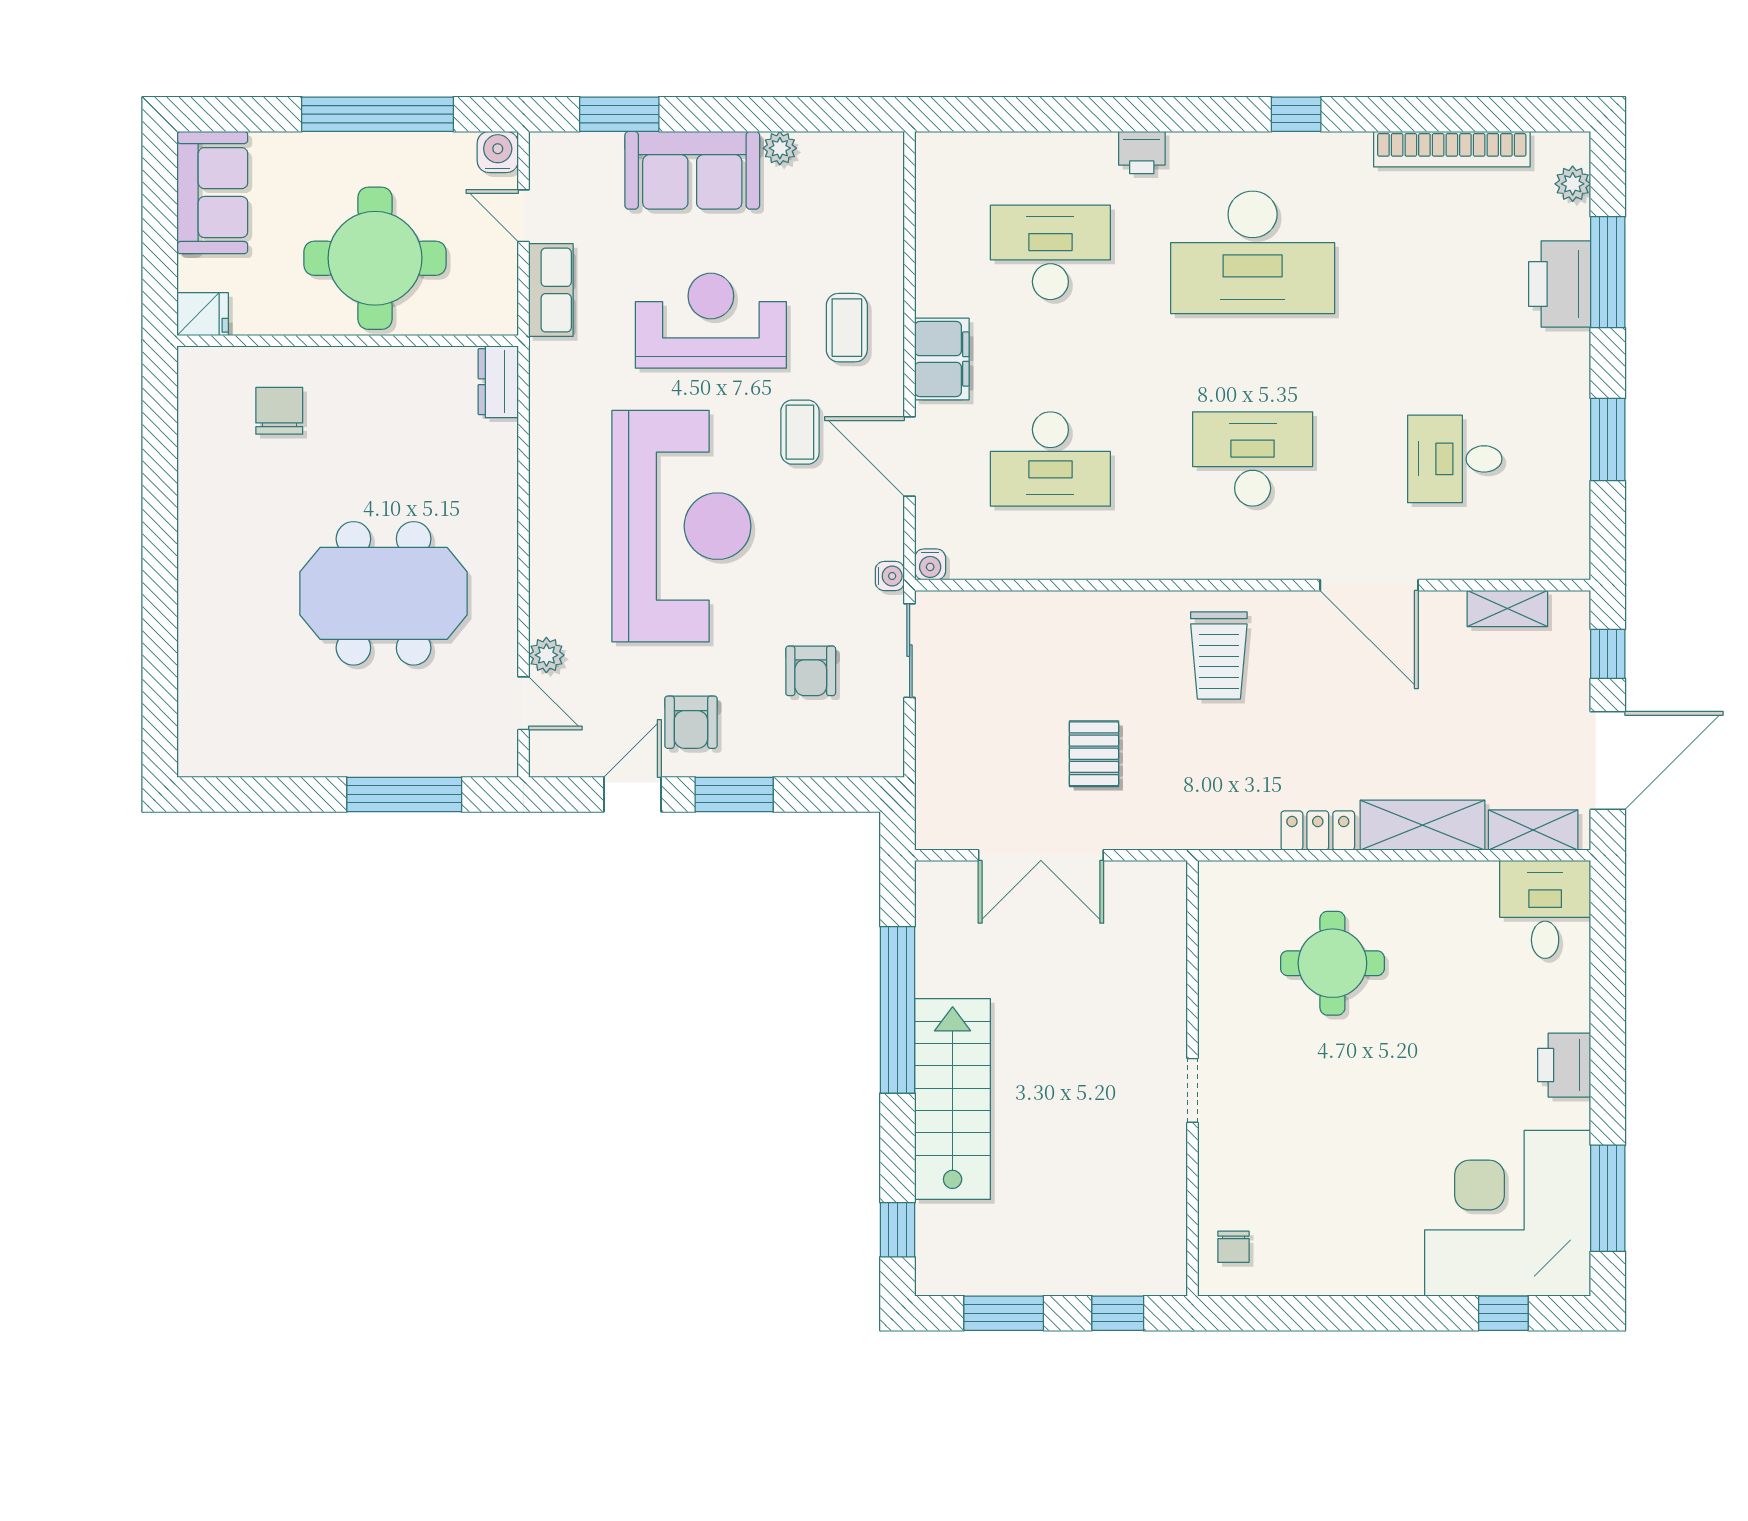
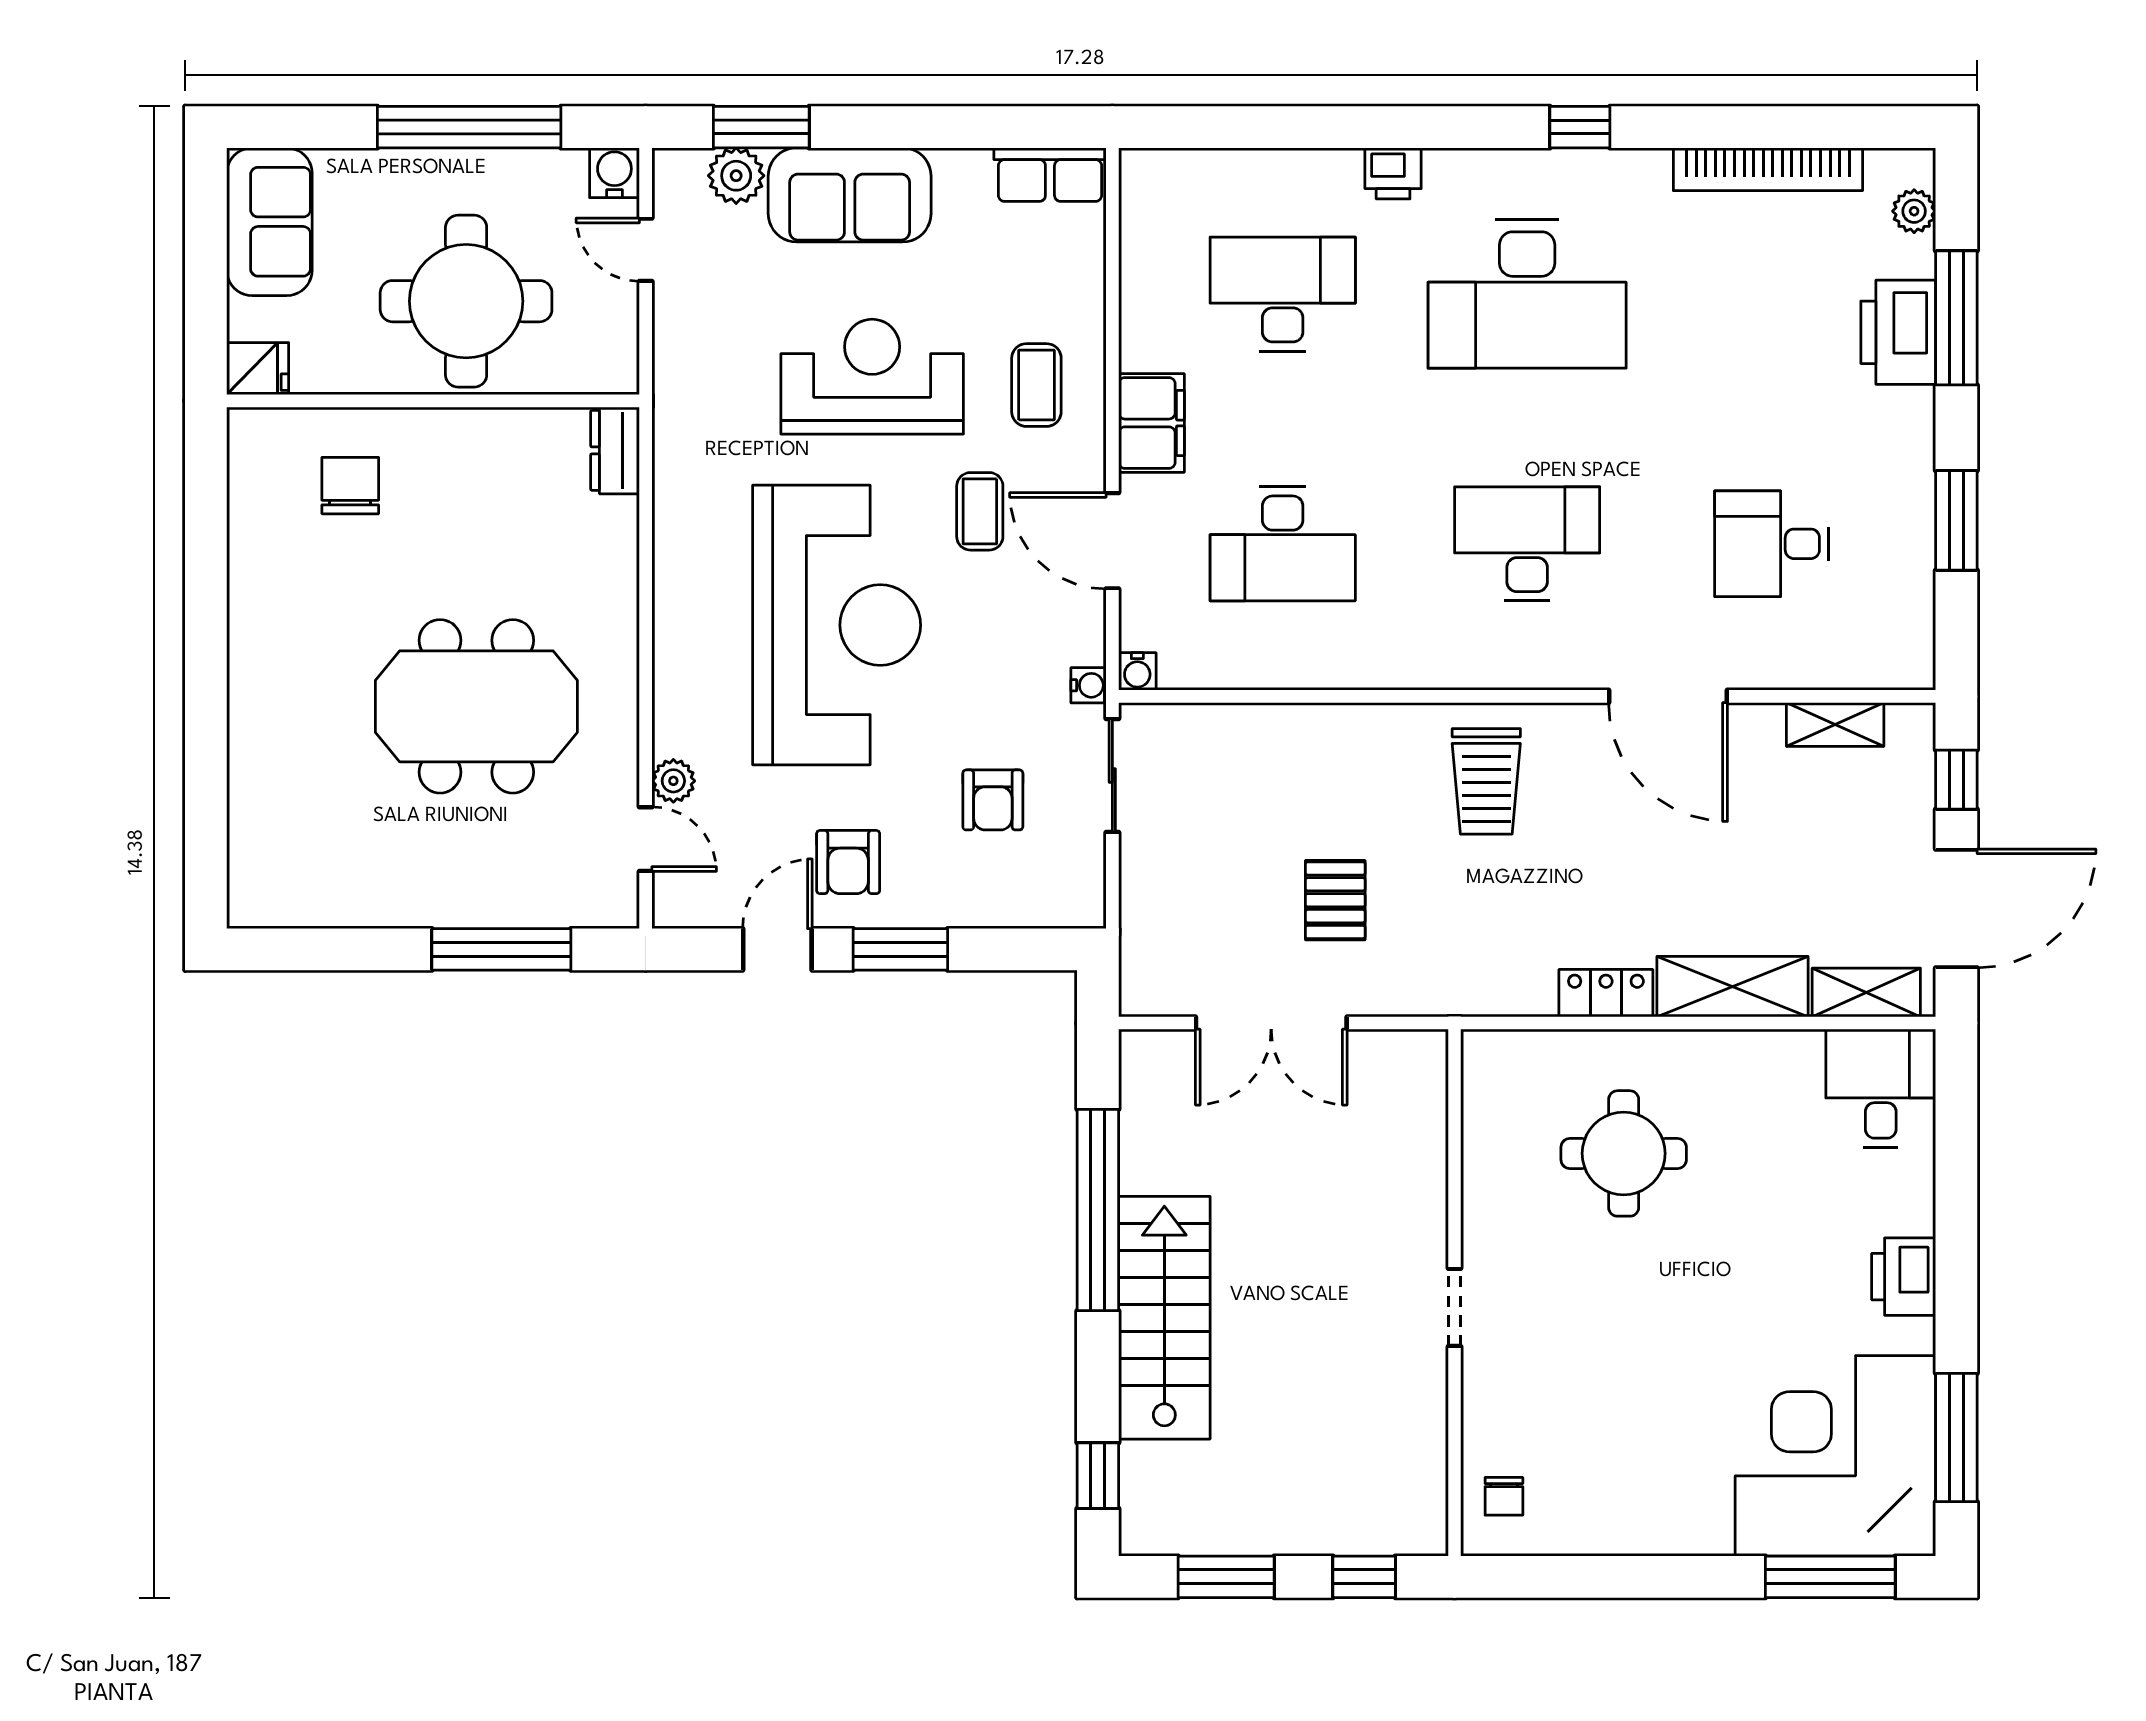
plant: (780, 148) -> (736, 176), moved, width x1.38, depth x1.38
row of seats: (551, 290) -> (1050, 175), moved, turned 90
window: (1503, 1313) -> (1830, 1577), width x2.17

